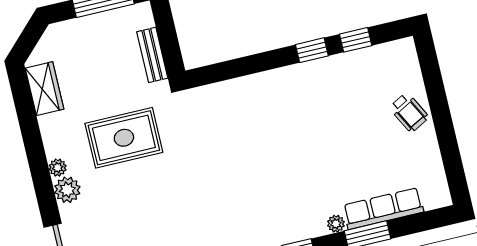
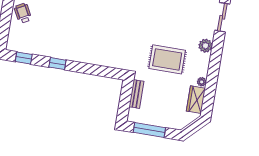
window: (356, 40) -> (24, 58), moved
plant: (58, 168) -> (202, 82), moved

